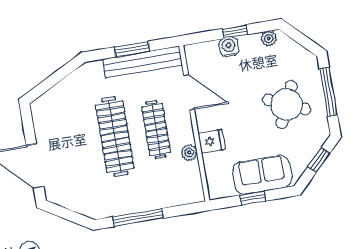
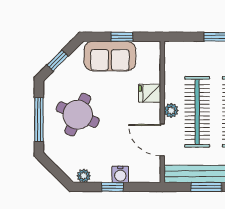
clothes rail: (156, 130) -> (197, 112), width x1.37, depth x1.31
plant: (189, 153) -> (171, 111), moved

